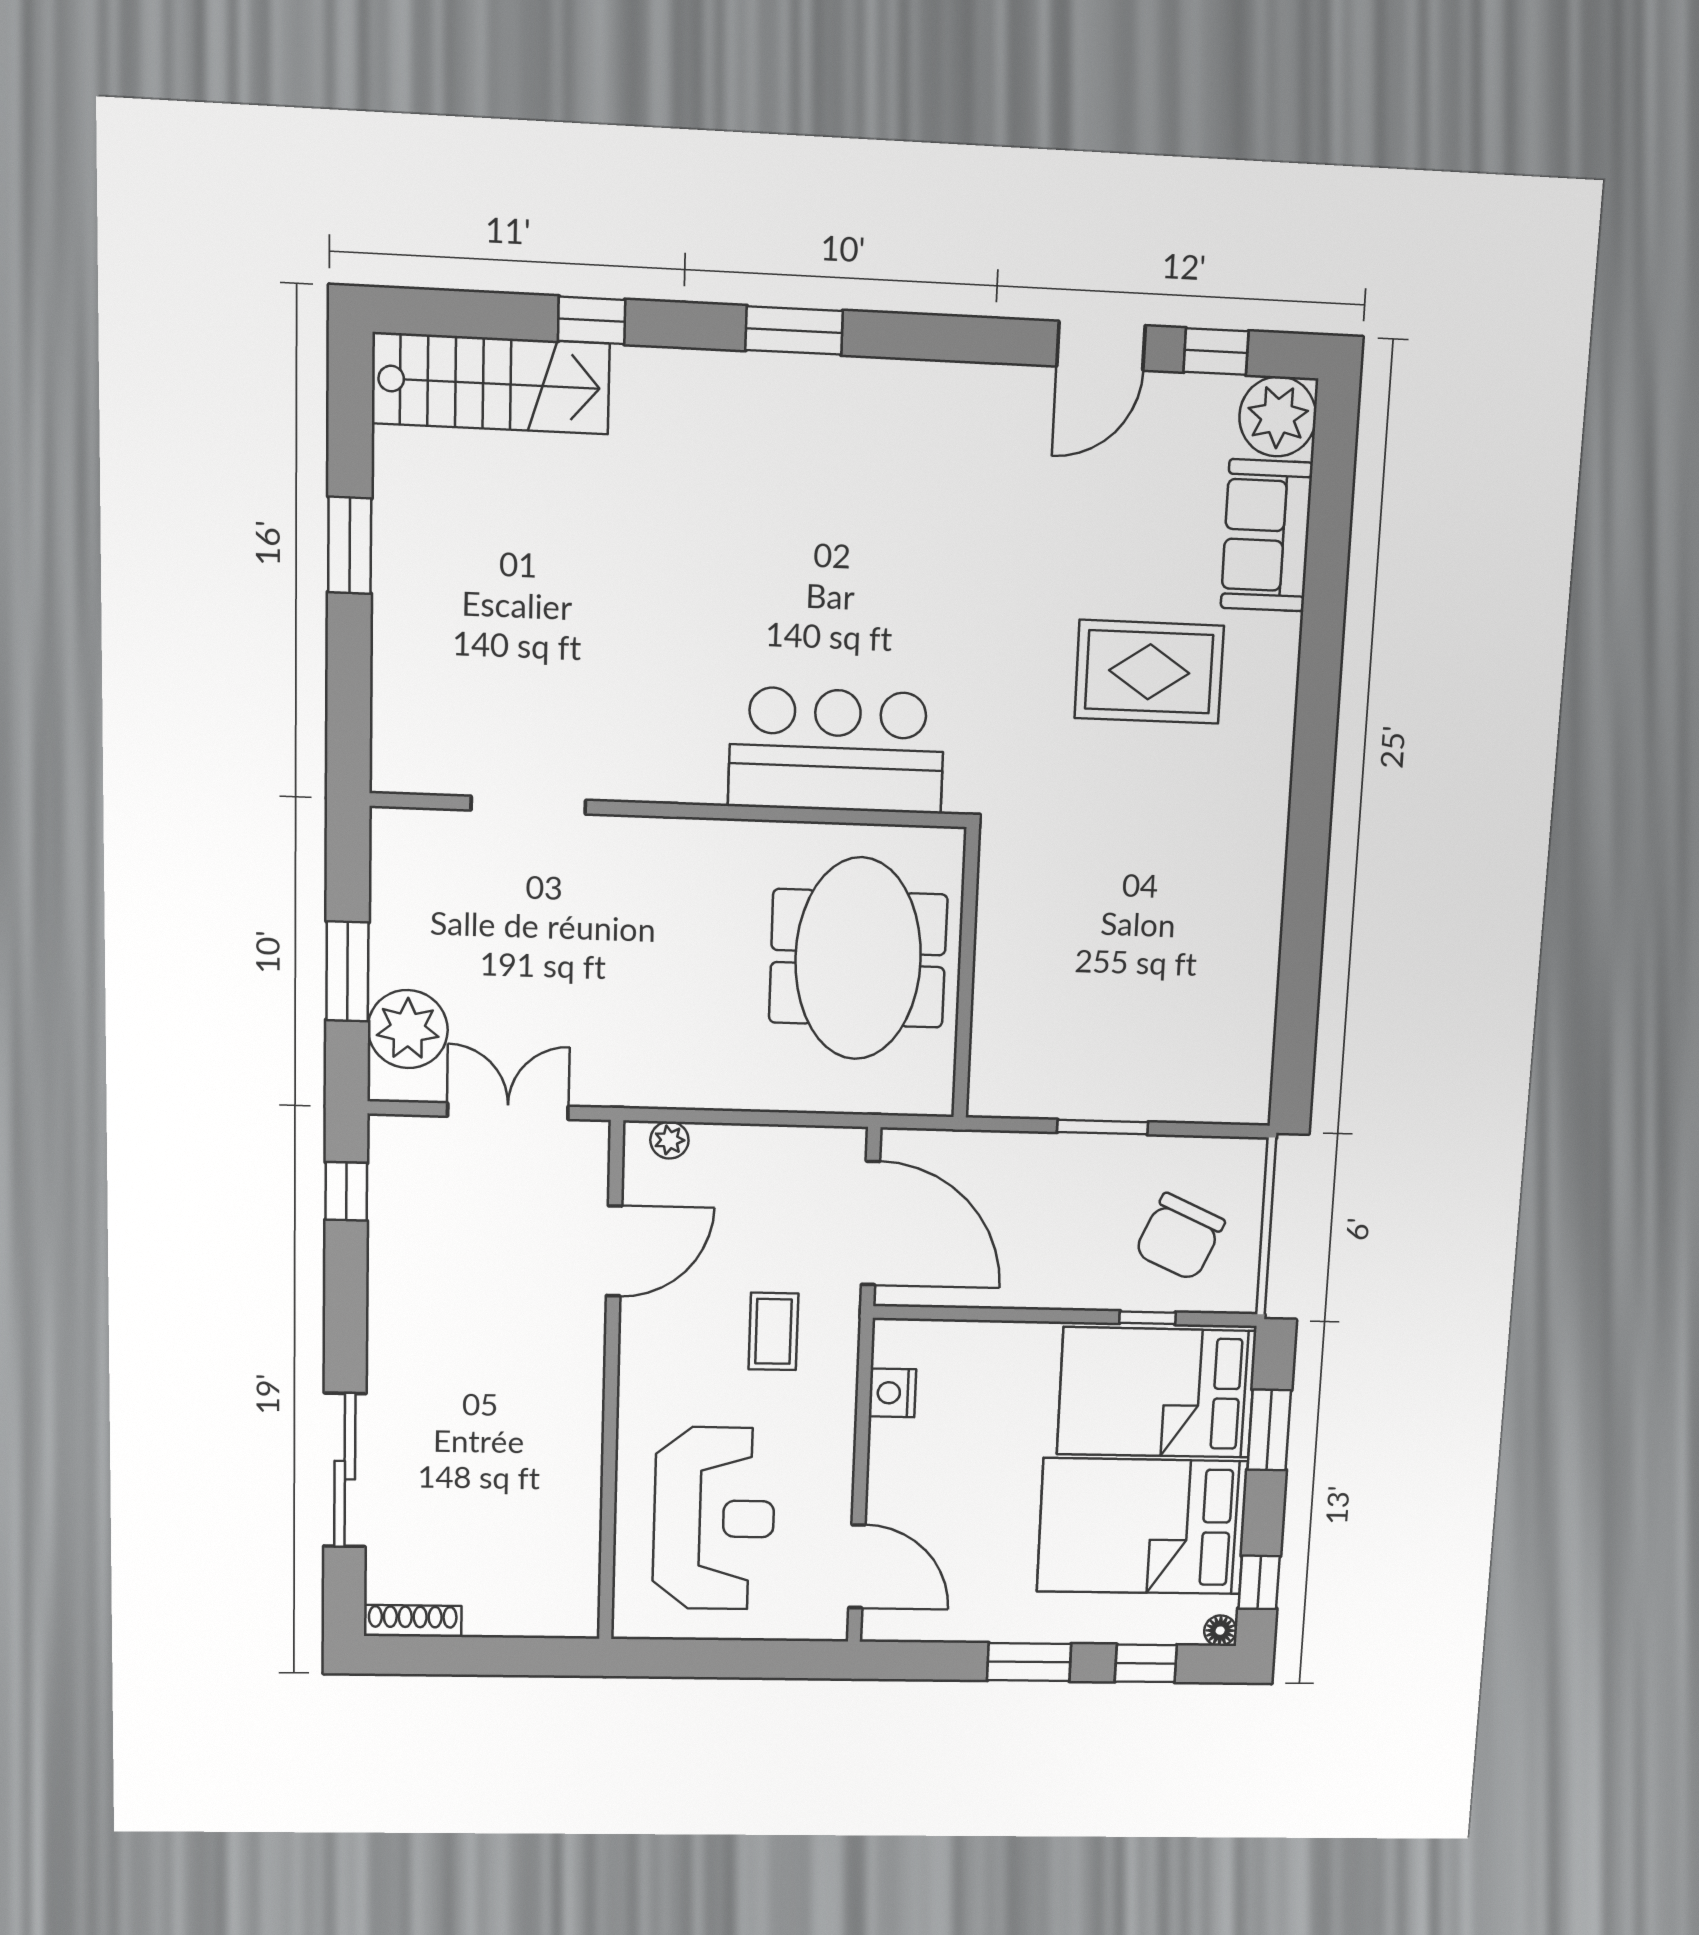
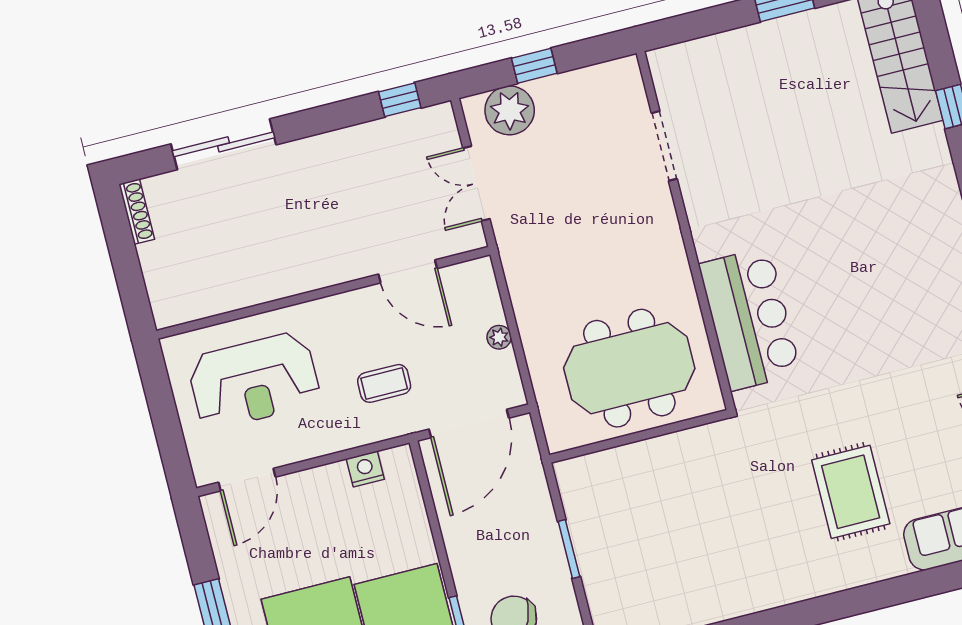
window: (347, 971) -> (534, 66), width x0.67
double door: (508, 1111) -> (476, 183), swing flipped
plant: (669, 1140) -> (499, 337), moved

